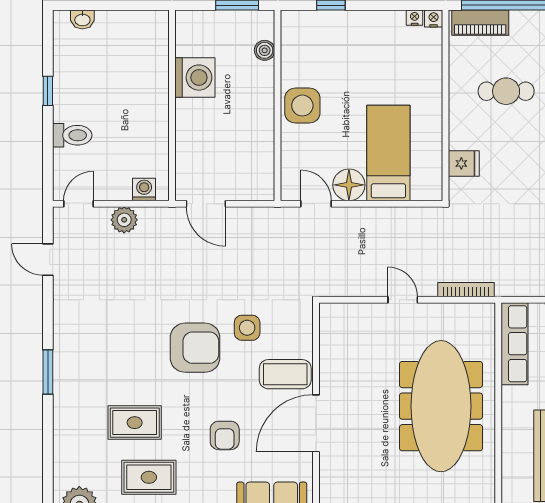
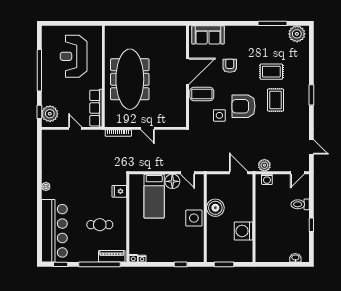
boiler: (265, 50) -> (215, 208), moved, width x1.86, depth x1.86
plant: (124, 220) -> (264, 165), moved
rug: (149, 477) -> (276, 100), moved, turned 90

